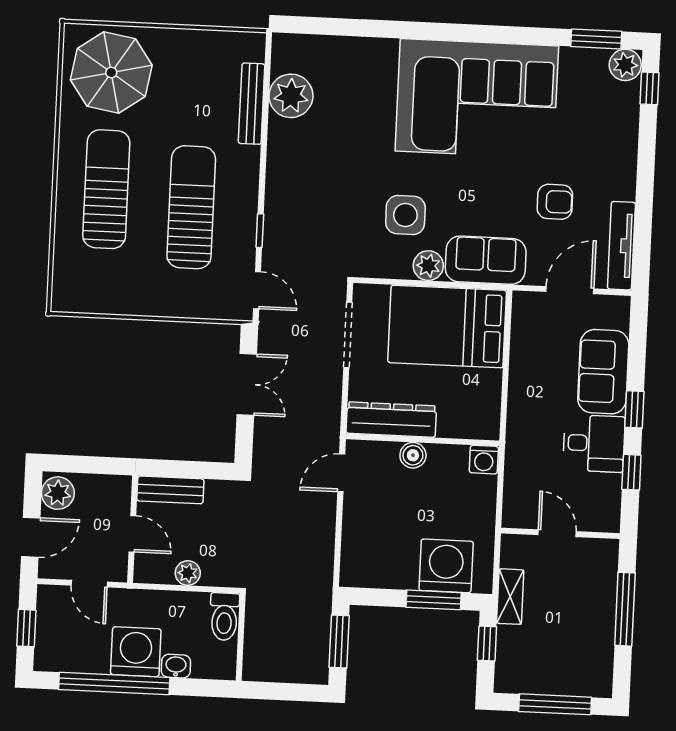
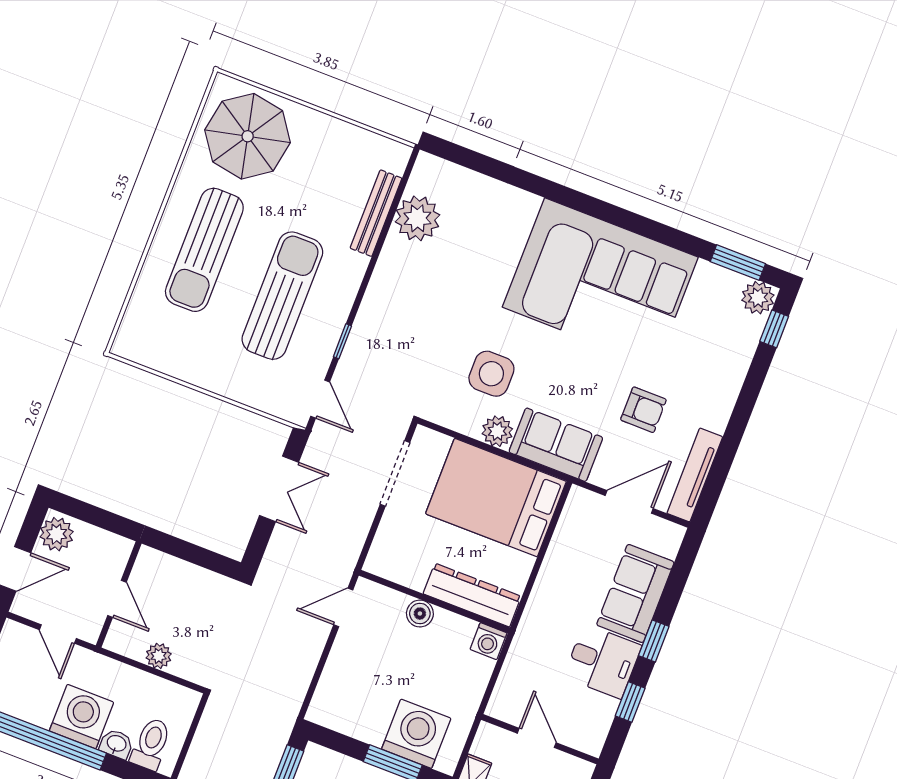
sun lounger: (106, 189) -> (204, 250), turned 180
dresser: (391, 420) -> (472, 595), moved
bench: (170, 490) -> (169, 568), removed
toilet: (224, 617) -> (151, 744), moved, turned 180

